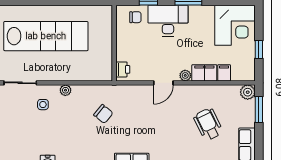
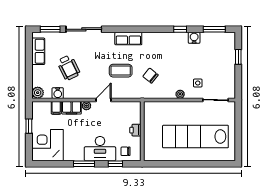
printer: (123, 69) -> (135, 130), moved
water cooler: (222, 92) -> (58, 93), added
window: (259, 109) -> (29, 79), removed
coffee table: (142, 120) -> (121, 71), added

